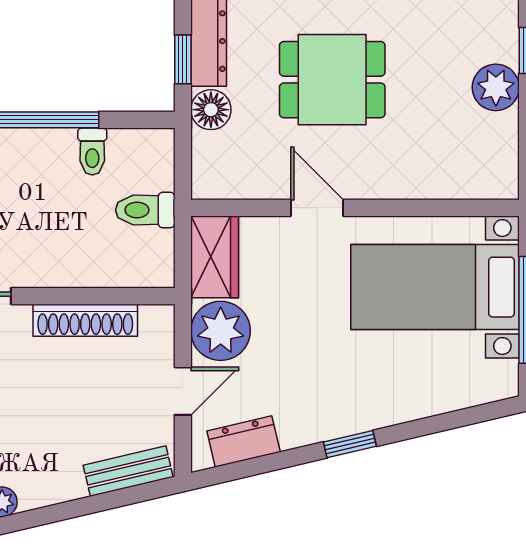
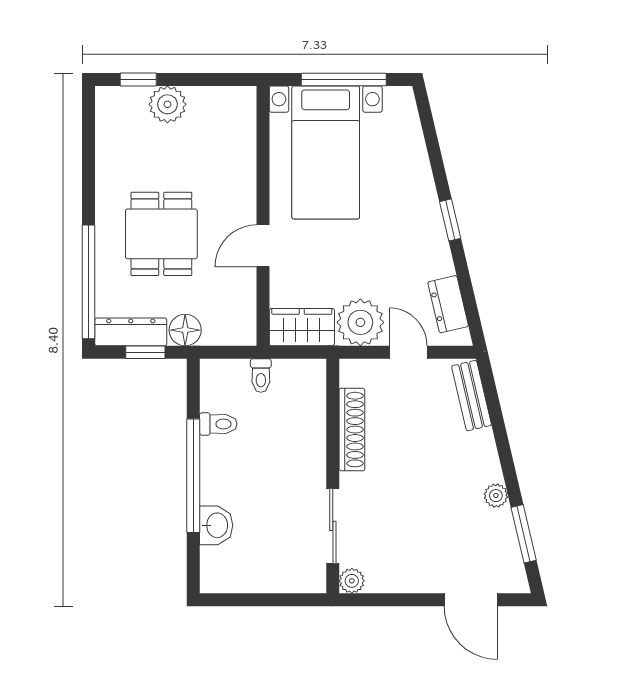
toilet: (145, 210) -> (261, 375), width x0.73, depth x0.72

